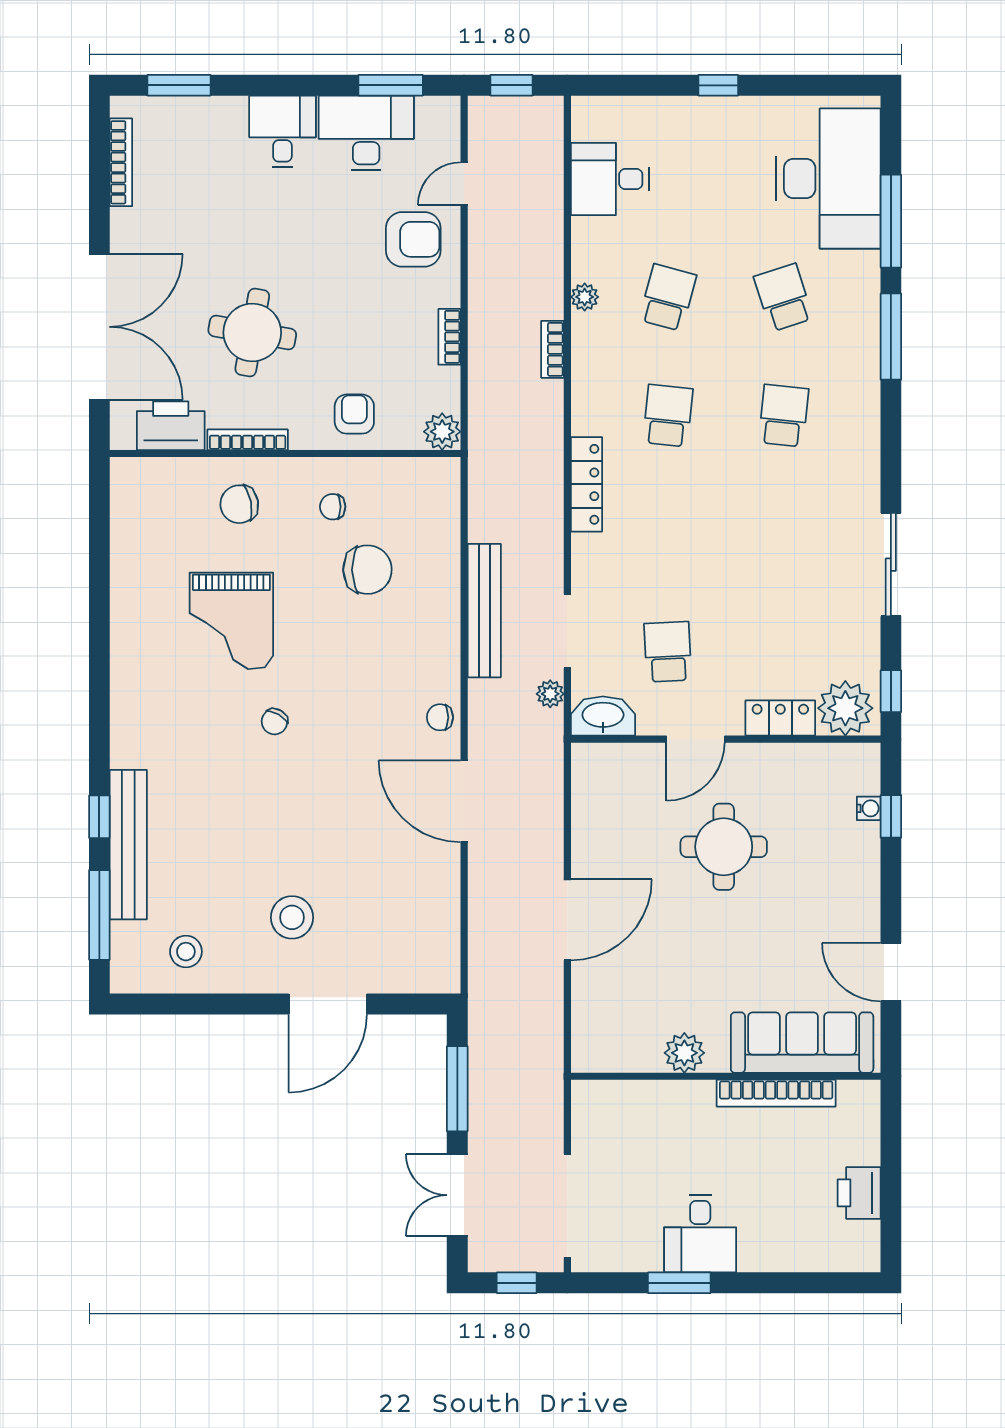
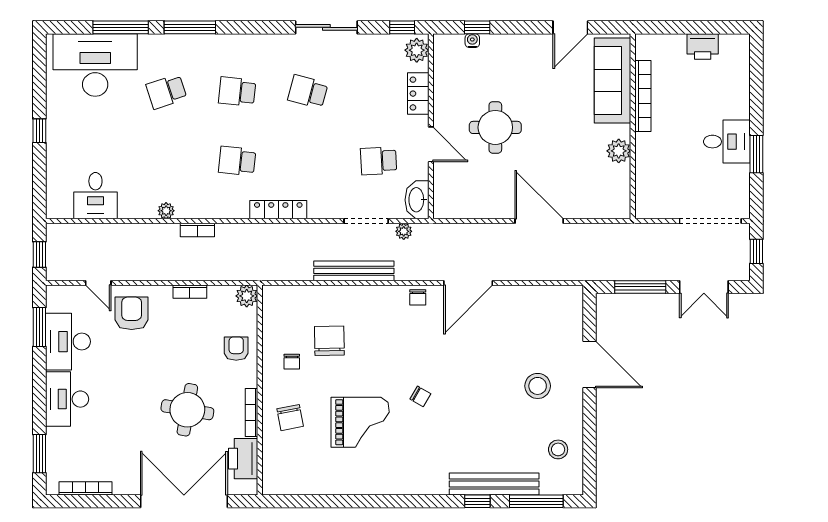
desk: (282, 132) -> (67, 399), width x1.37
school desk: (668, 298) -> (308, 92), moved
armchair: (354, 414) -> (236, 349), turned 90
plant: (845, 708) -> (417, 50), width x0.73, depth x0.73

